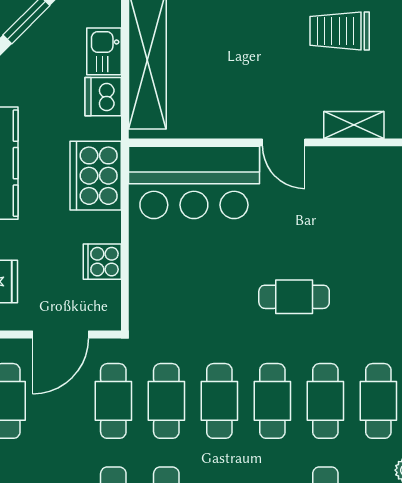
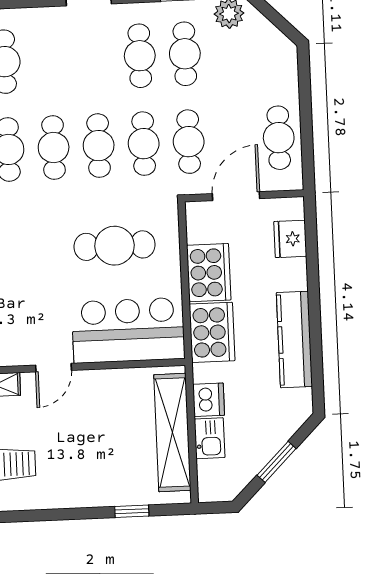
door: (284, 142) -> (53, 368), swing flipped
cooker: (102, 262) -> (209, 273), width x1.87, depth x1.31
cafe table: (294, 297) -> (115, 246), moved, width x1.37, depth x1.35

